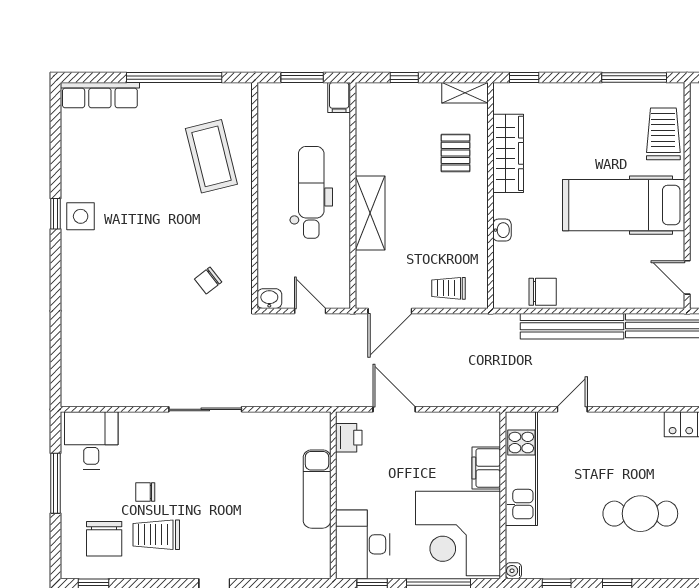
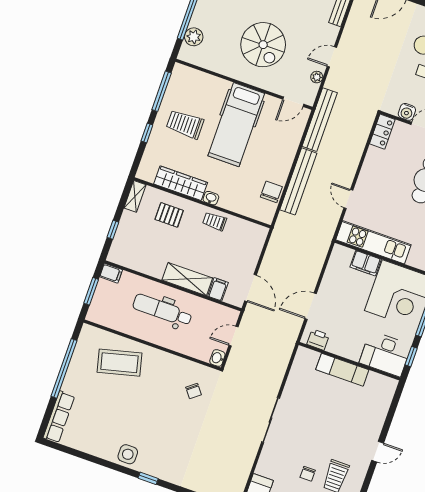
window: (524, 77) -> (147, 133), moved
trolley: (663, 134) -> (185, 124), moved
window: (56, 214) -> (148, 478), moved
washbasin: (502, 230) -> (211, 198), moved
filing cabinet: (371, 264) -> (218, 289), added
trolley: (448, 288) -> (215, 221), moved, turned 90

